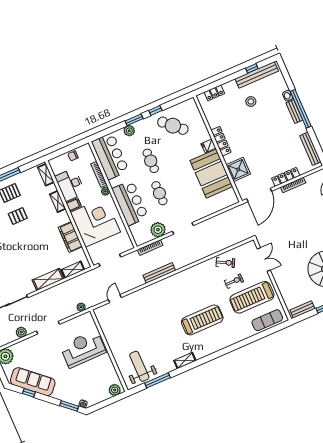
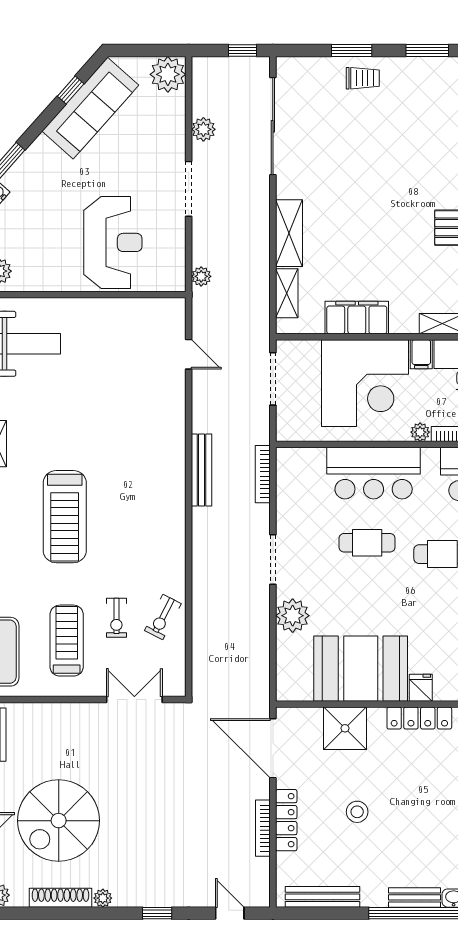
stool: (270, 150) -> (357, 812), added
plant: (158, 230) -> (293, 616), moved
double door: (264, 260) -> (134, 699), swing flipped
treadmill: (252, 297) -> (67, 641), width x0.73, depth x0.73

